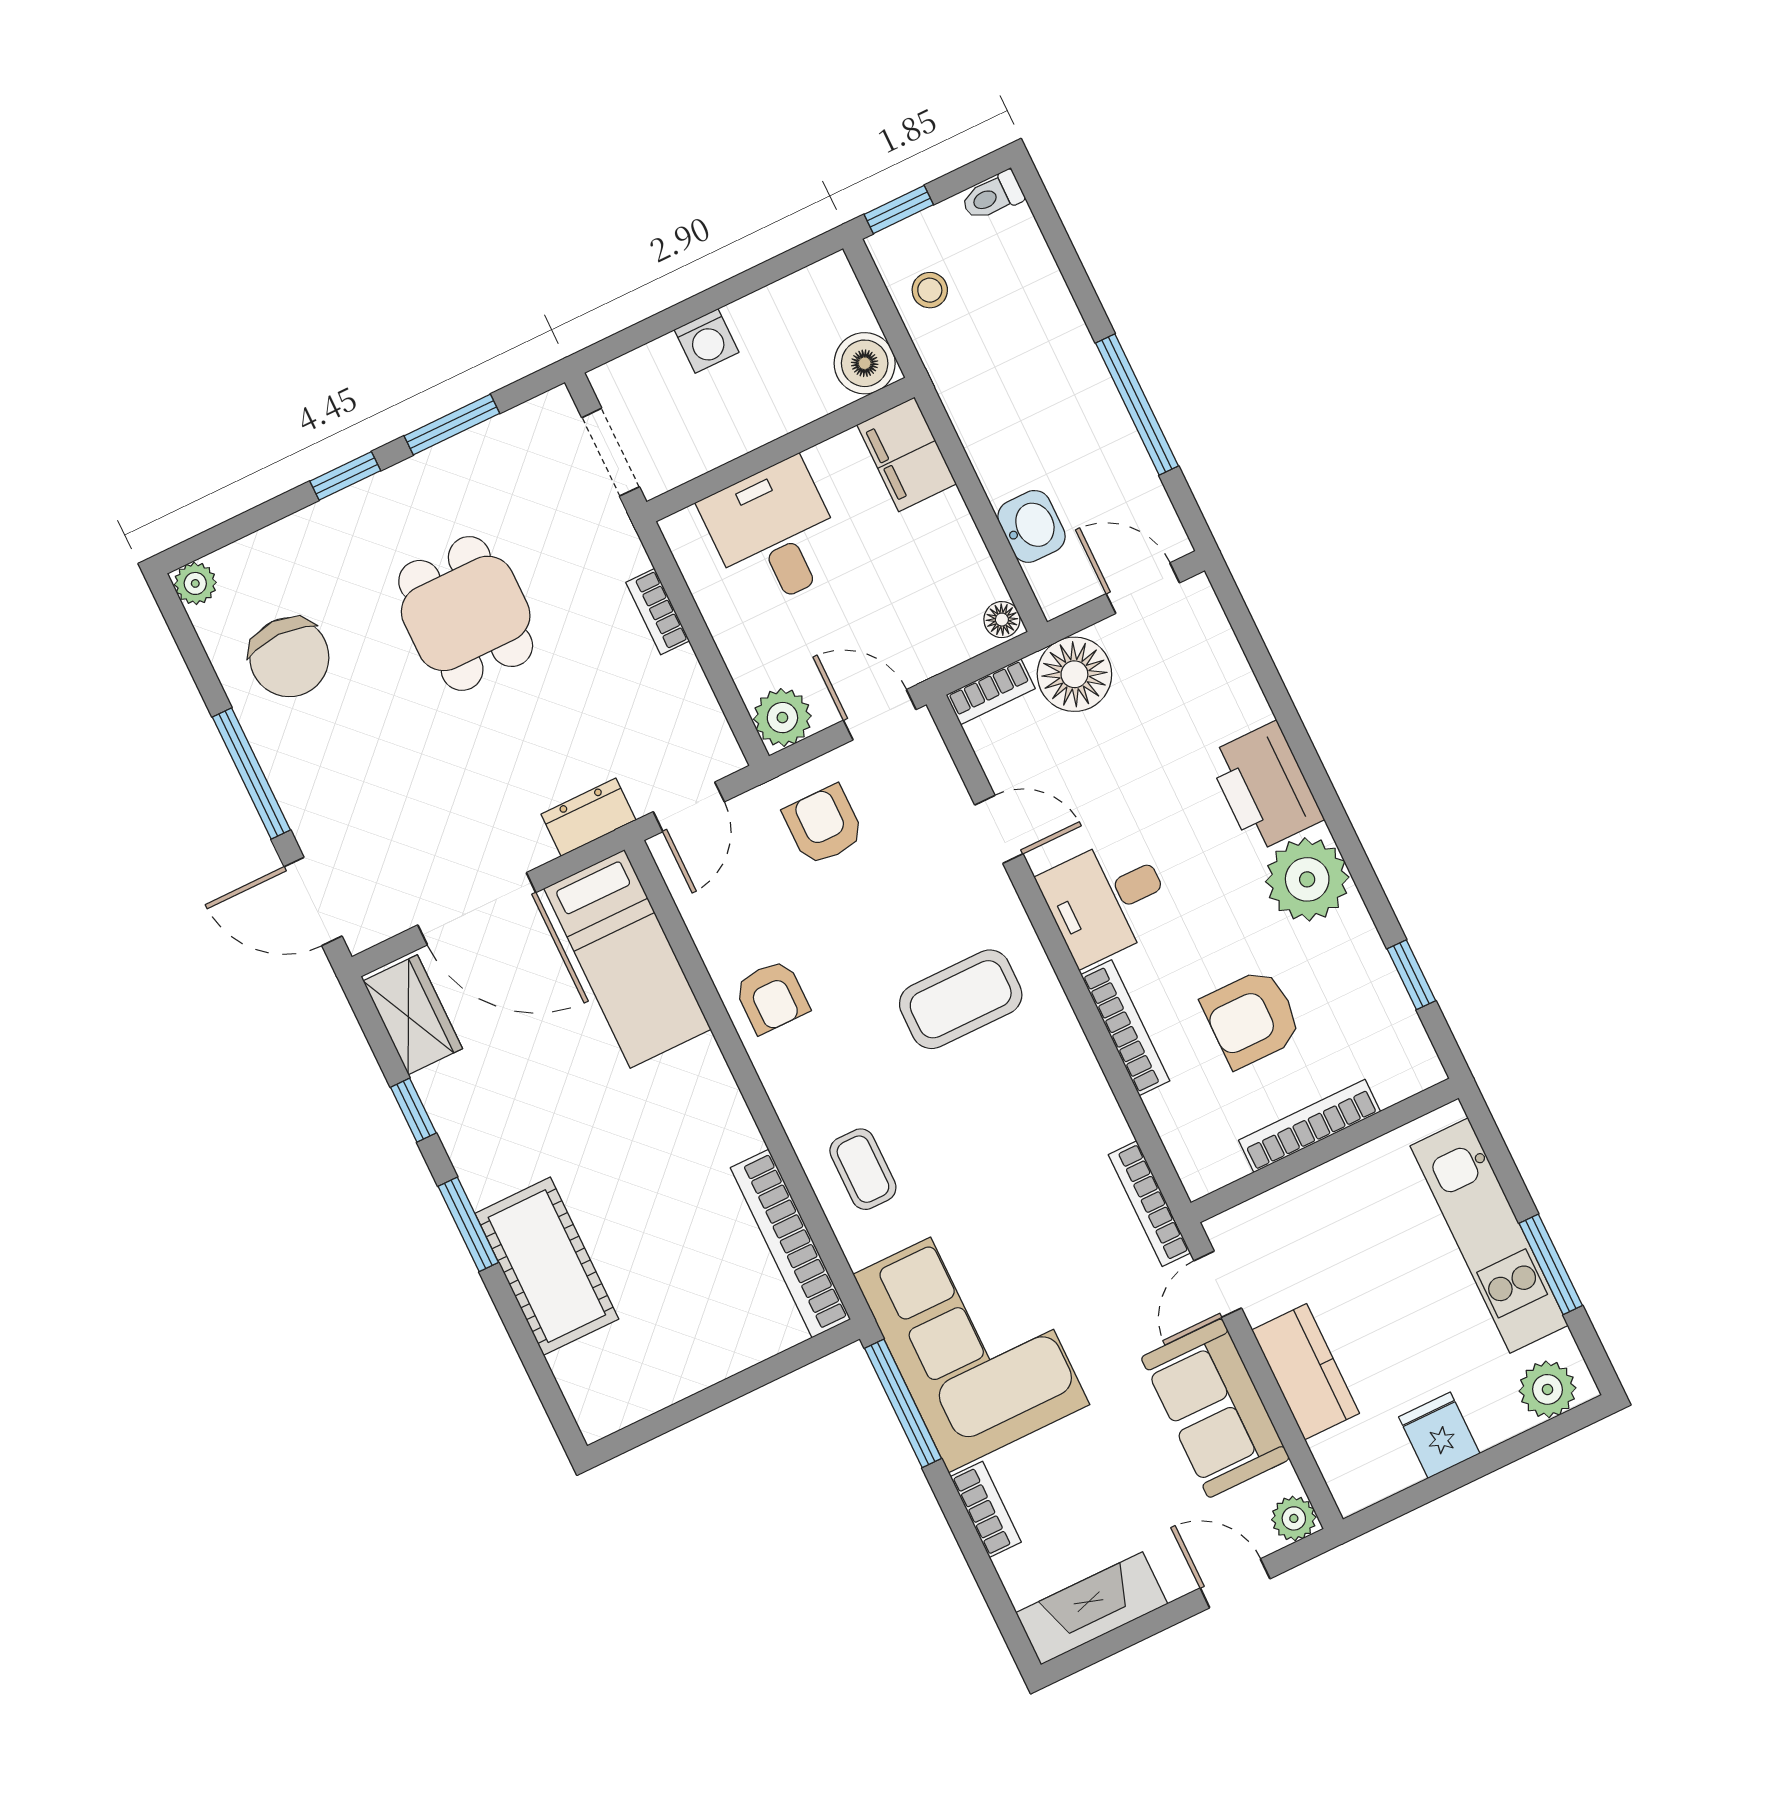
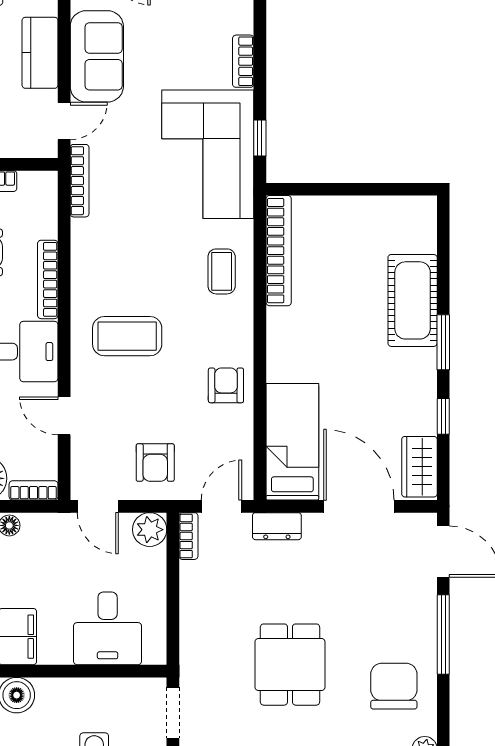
bookcase: (658, 612) -> (188, 536), moved
window: (903, 1403) -> (260, 138), width x0.46

